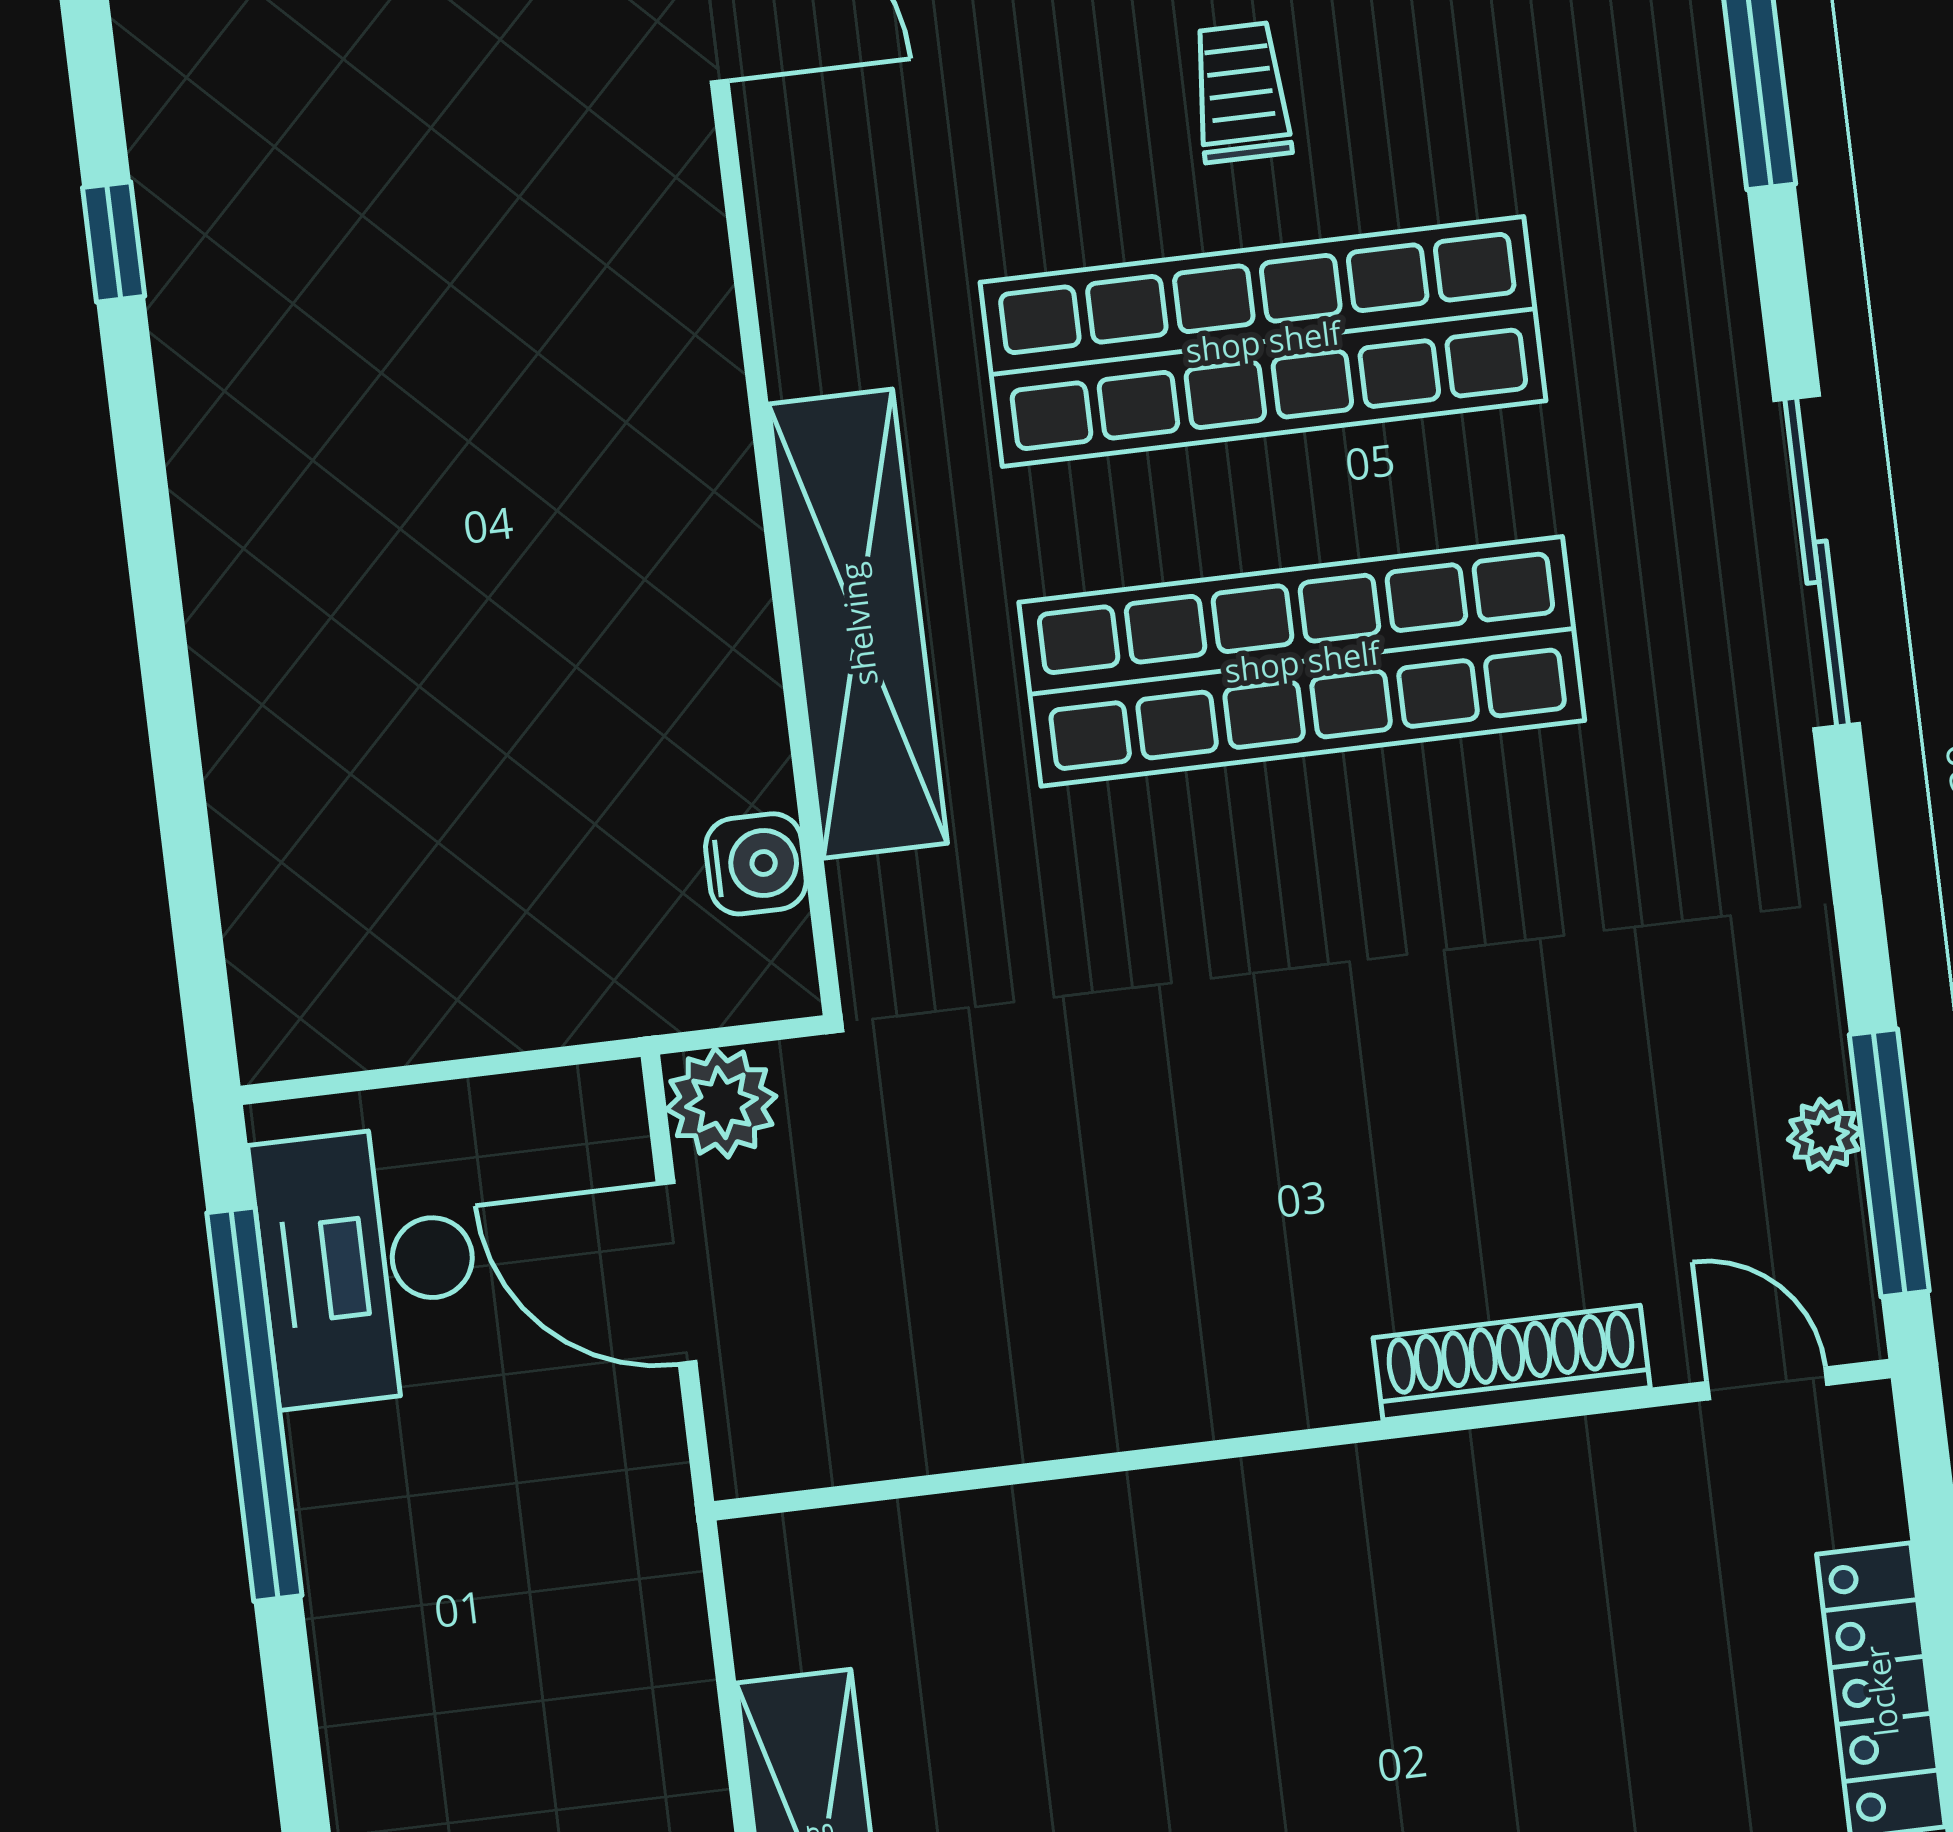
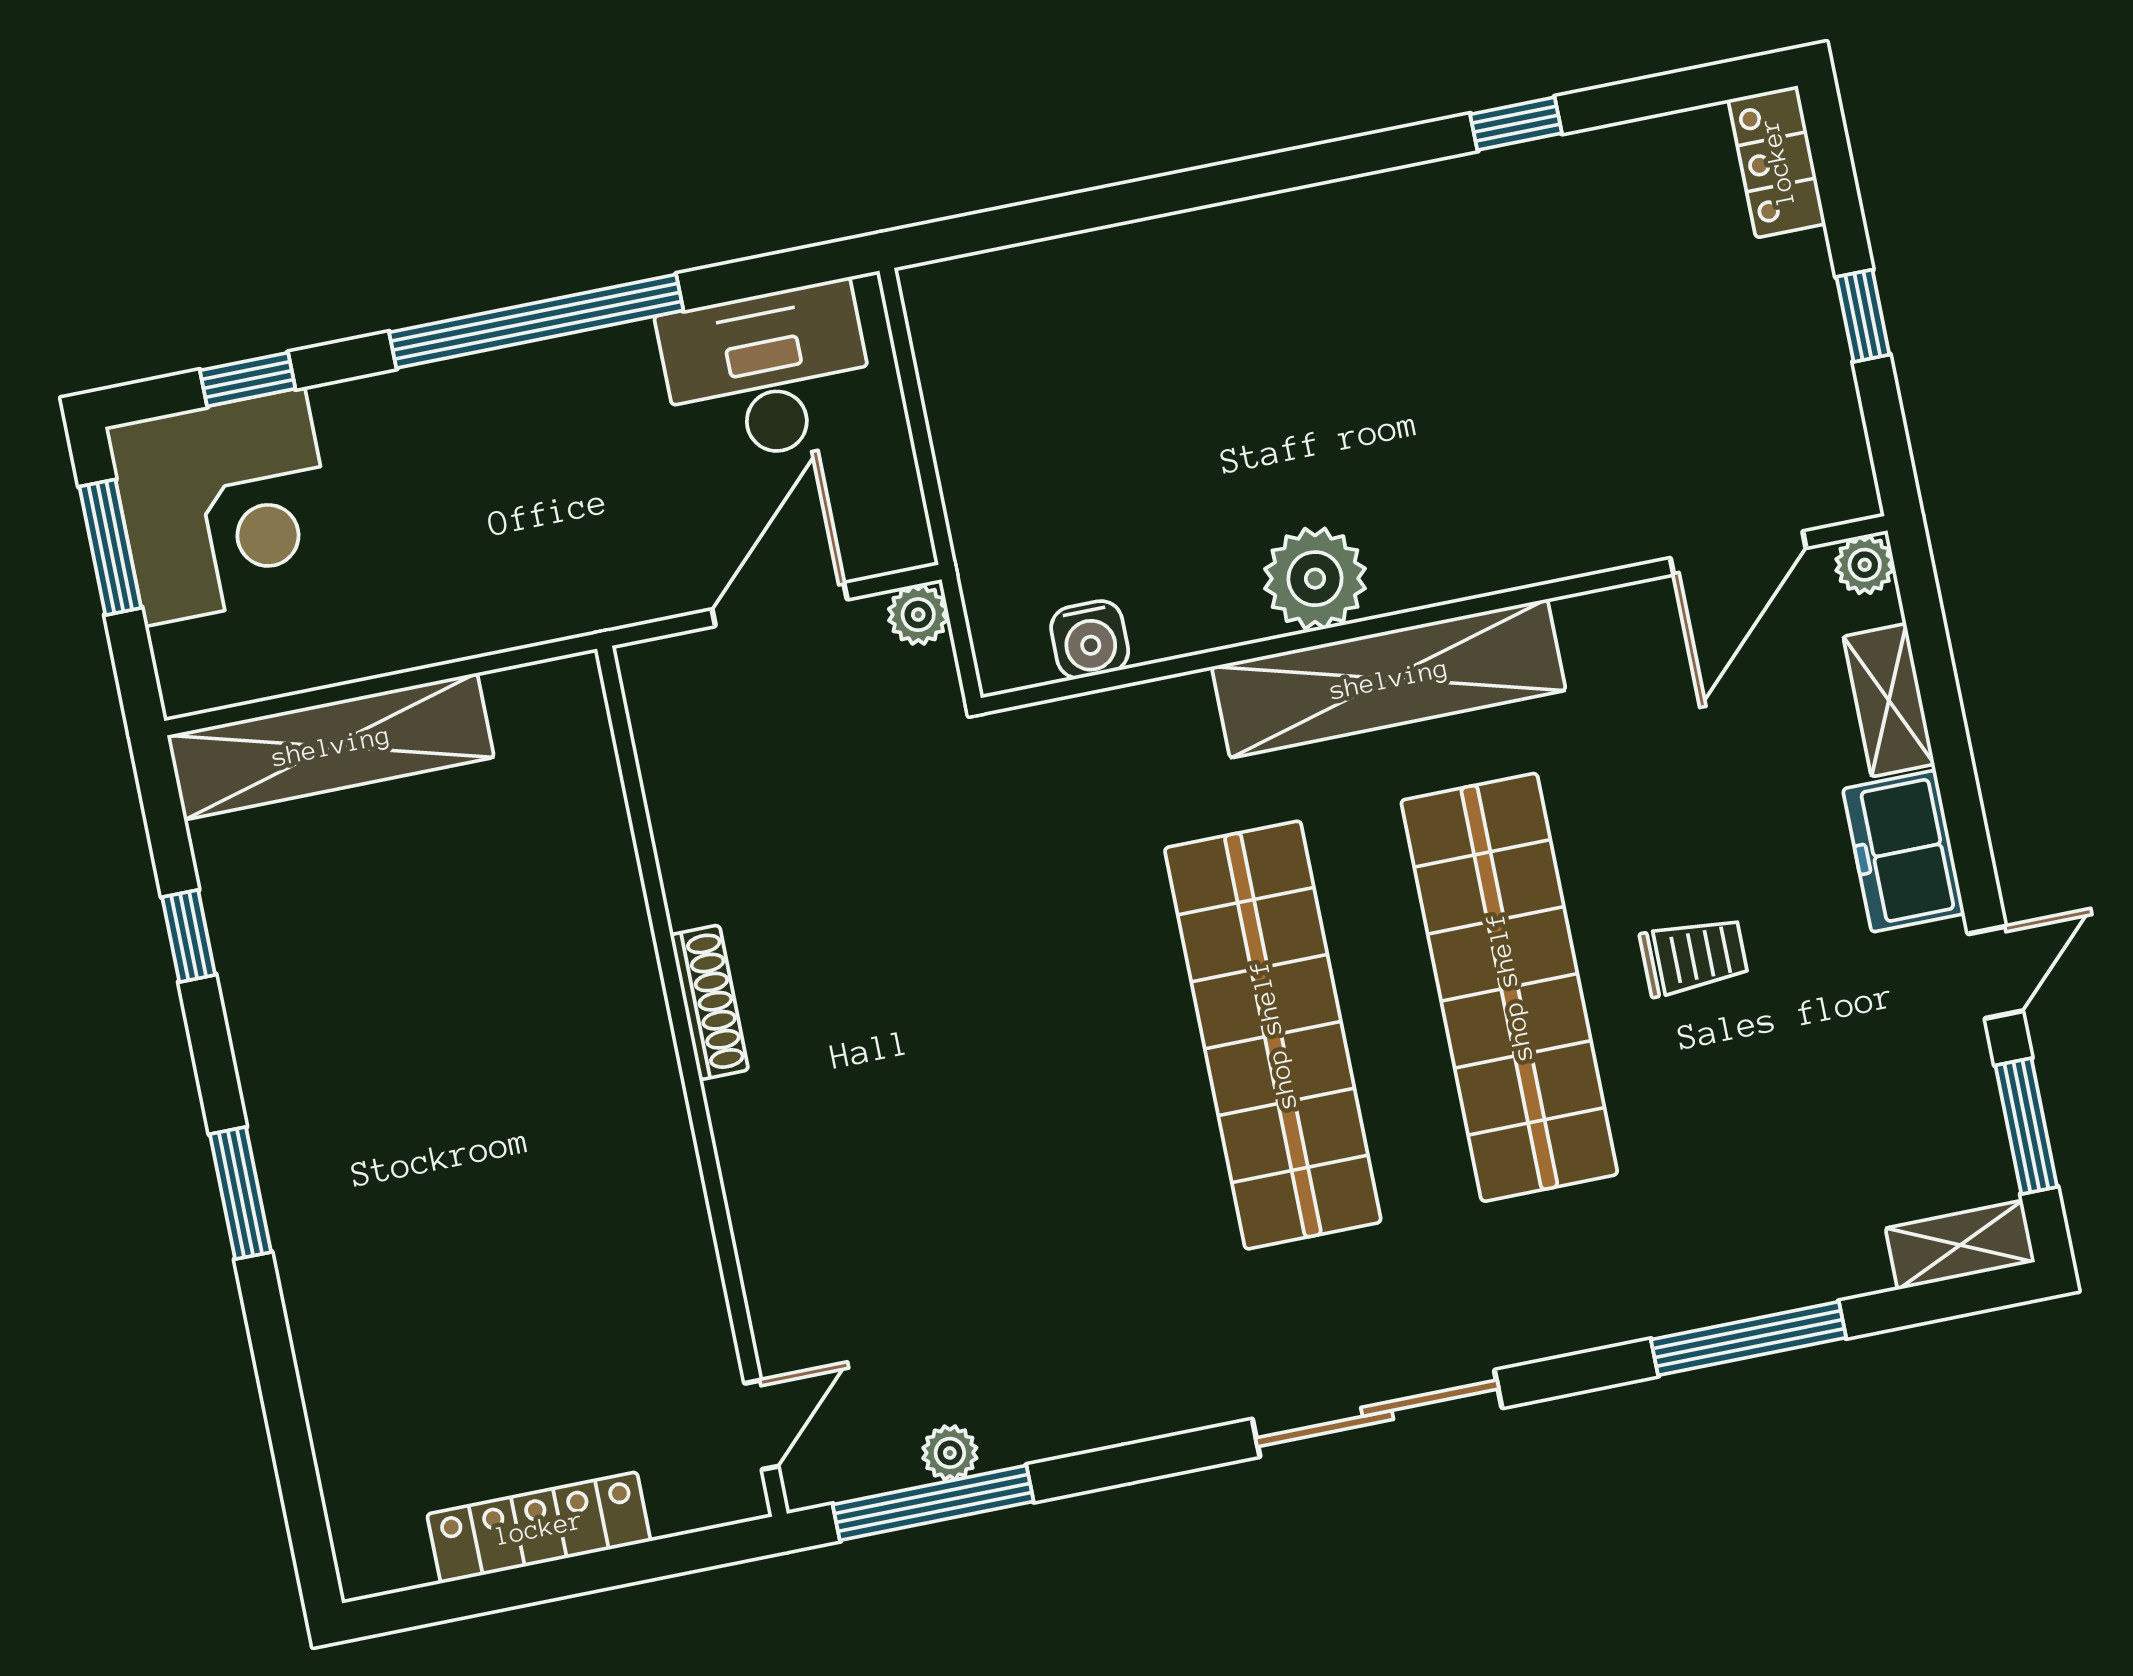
plant: (698, 557) -> (1315, 579), added
shelving: (858, 624) -> (1389, 679), moved
plant: (721, 1103) -> (918, 615), width x0.73, depth x0.73
shoe rack: (1512, 1363) -> (709, 1002), moved, width x0.74, depth x0.81
window: (254, 1404) -> (536, 321), moved

